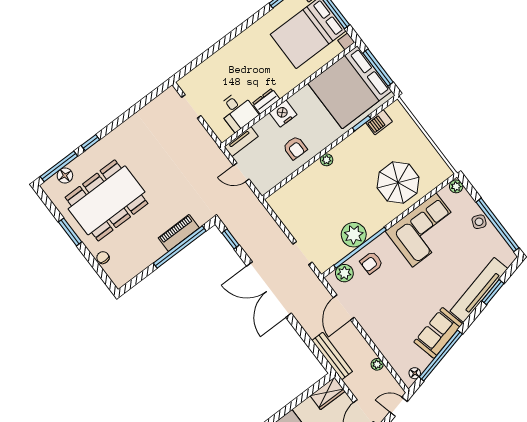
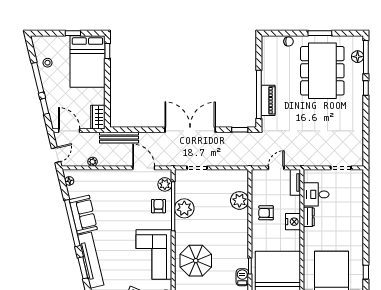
plant: (327, 160) -> (239, 200), moved, width x1.87, depth x1.87
window: (441, 355) -> (72, 223), moved

